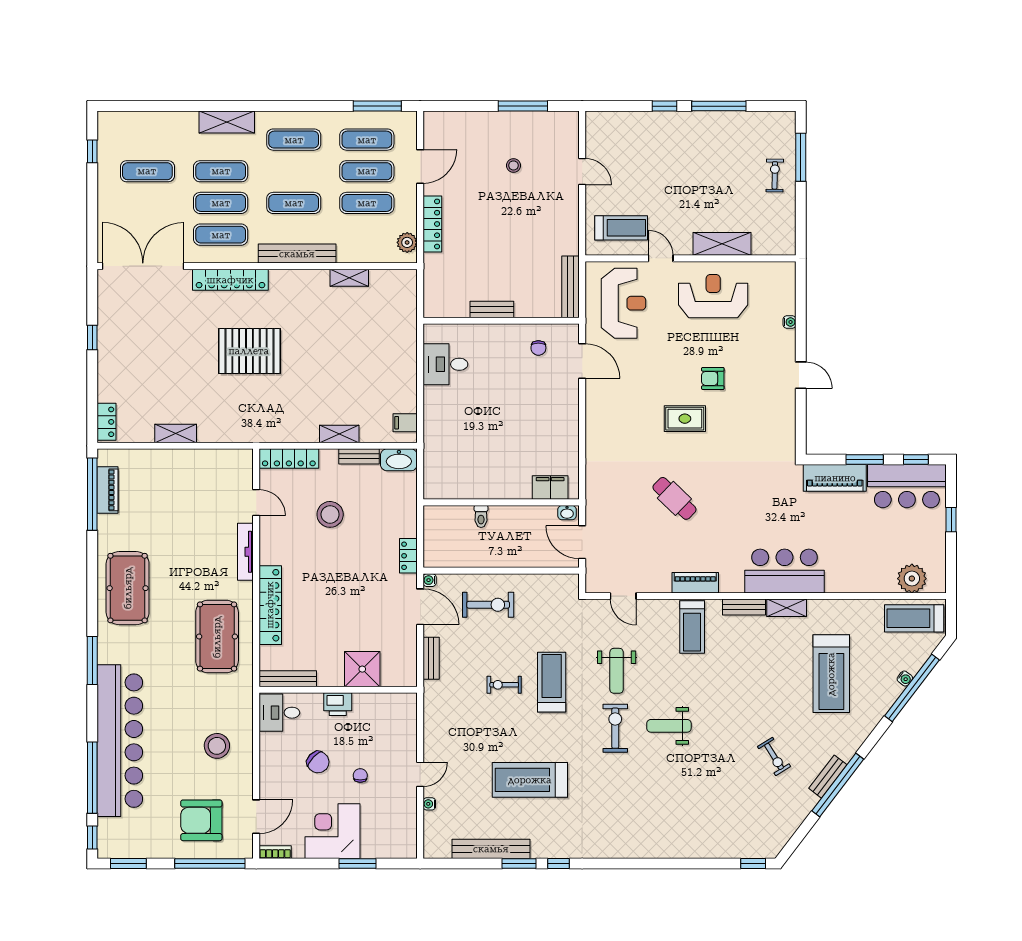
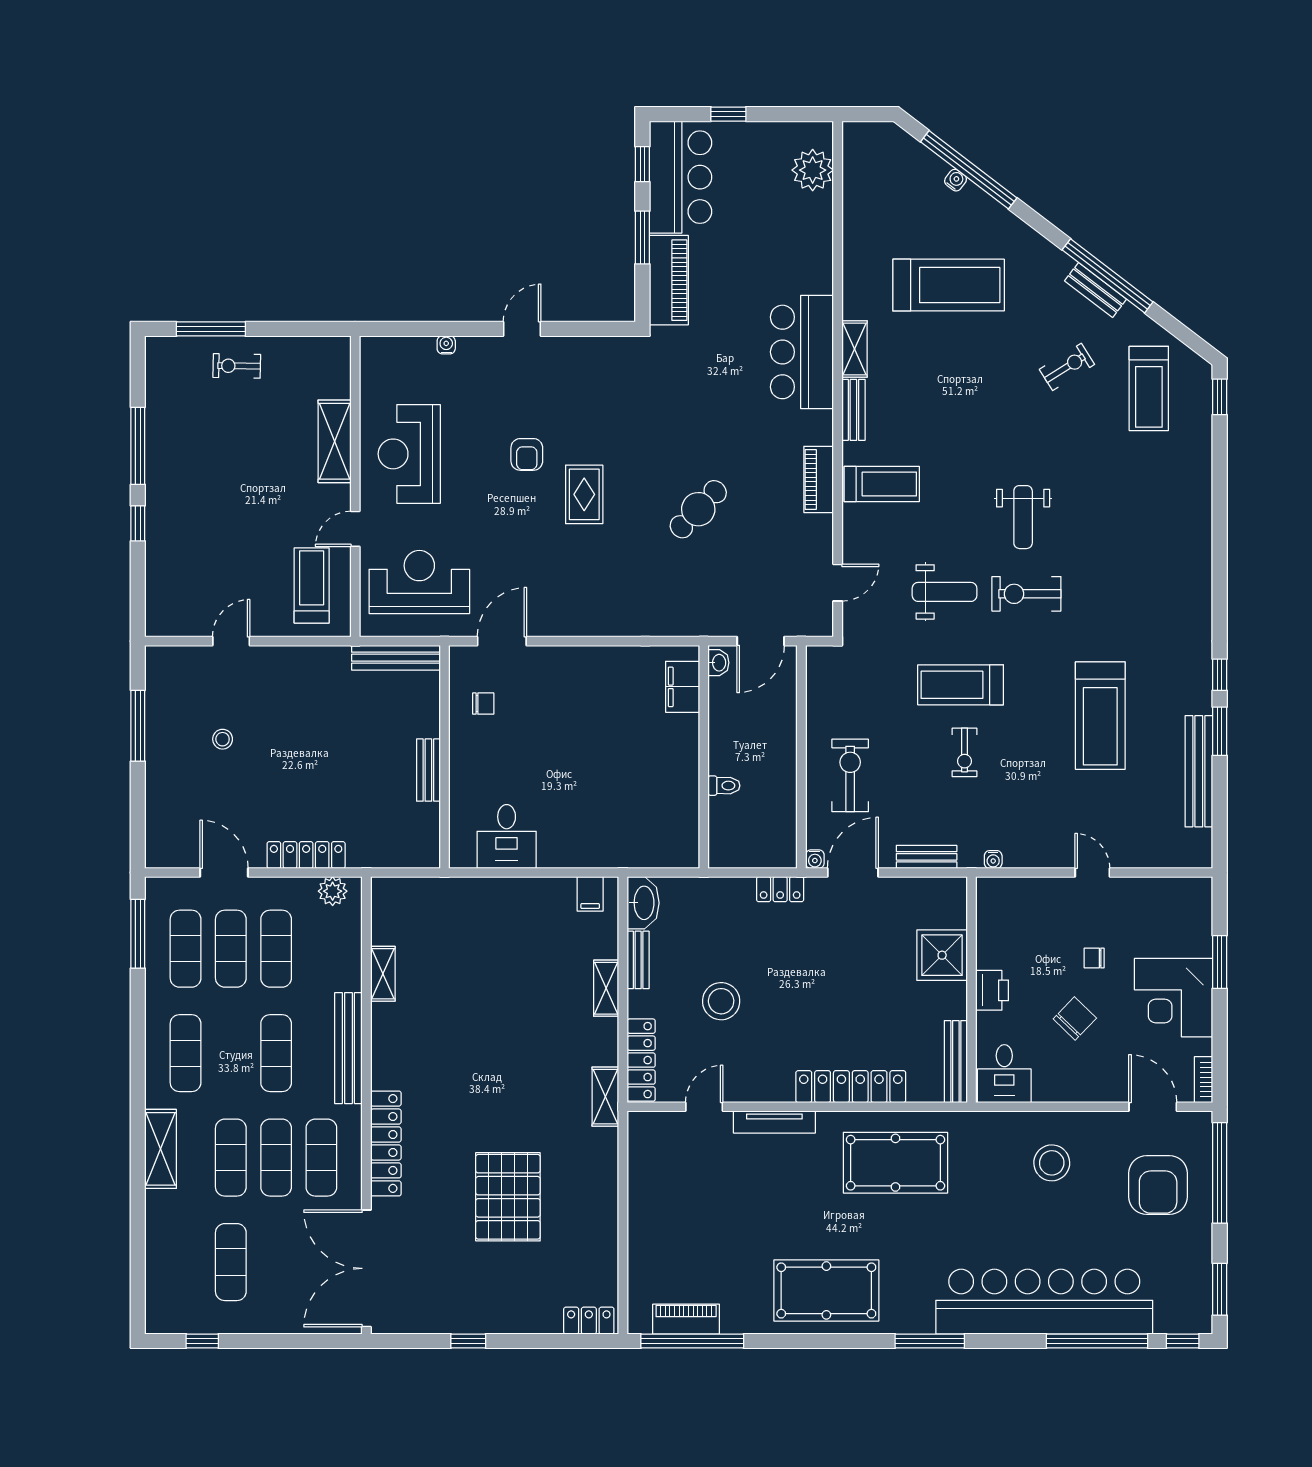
pallet: (249, 351) -> (508, 1197), moved
shelving: (176, 433) -> (605, 1097), moved
treadmill: (914, 618) -> (1149, 388), moved
water cooler: (429, 804) -> (993, 859), moved

